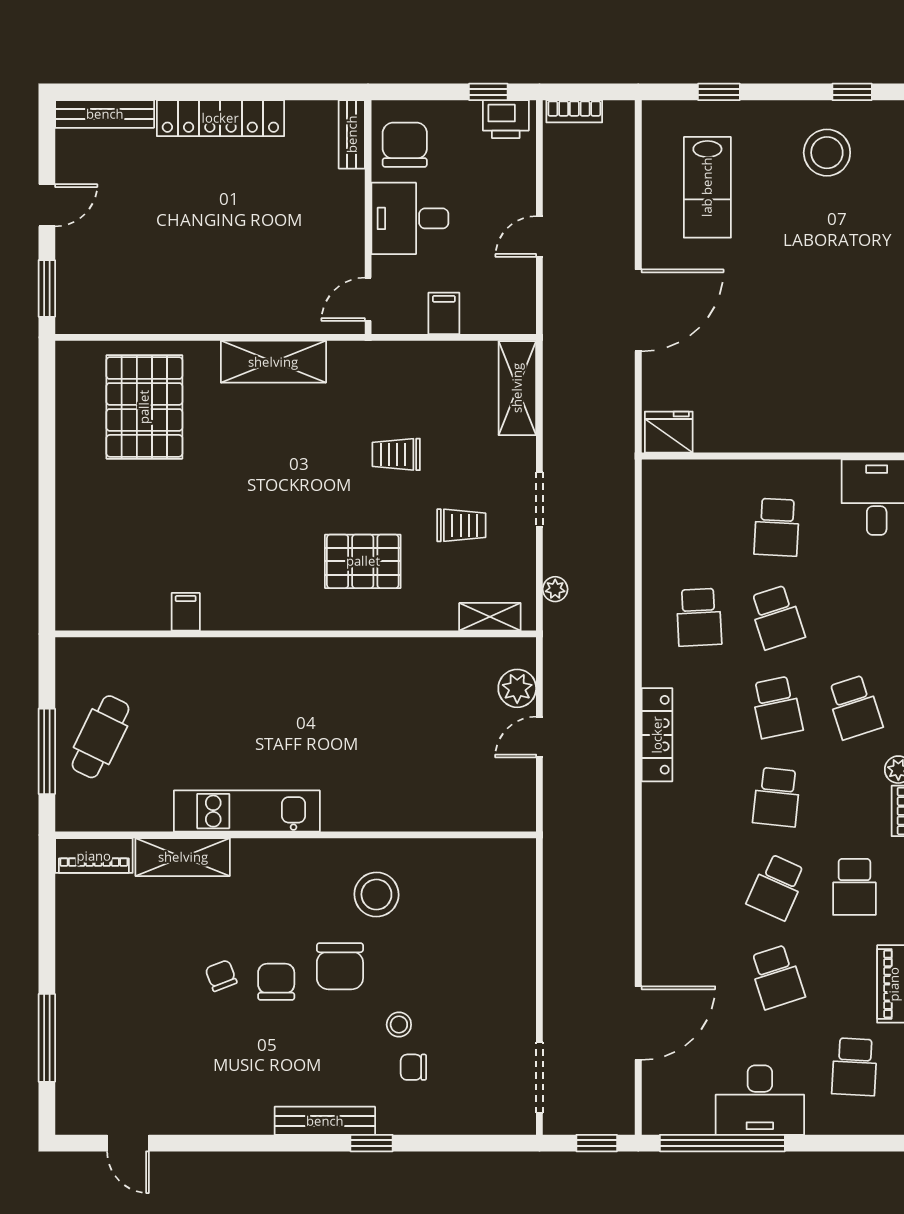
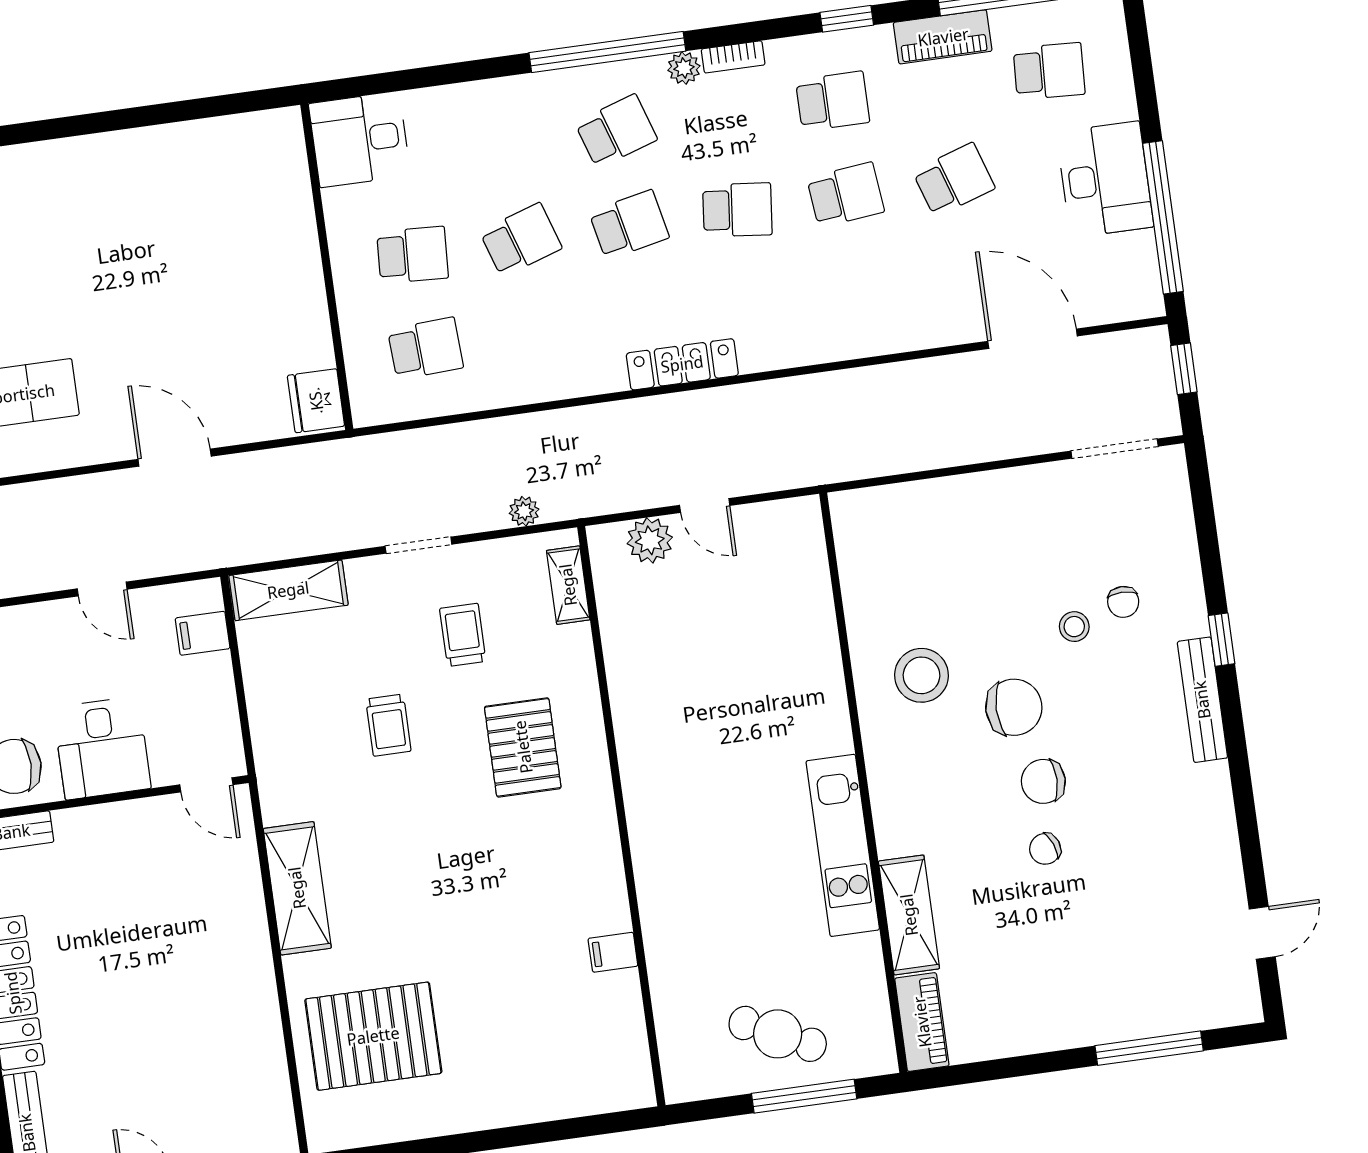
door: (638, 310) -> (175, 458), width x0.73
filing cabinet: (444, 313) -> (203, 633), moved
school desk: (699, 617) -> (426, 348), moved
school desk: (777, 887) -> (846, 195), turned -30

